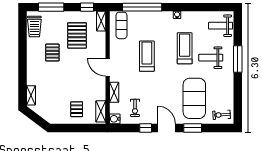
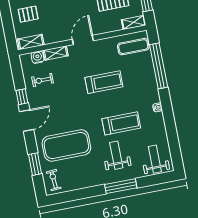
water cooler: (115, 119) -> (38, 57), moved
window: (193, 128) -> (35, 164), moved

